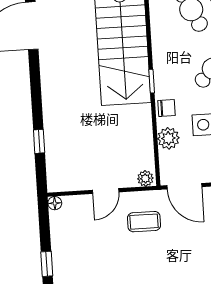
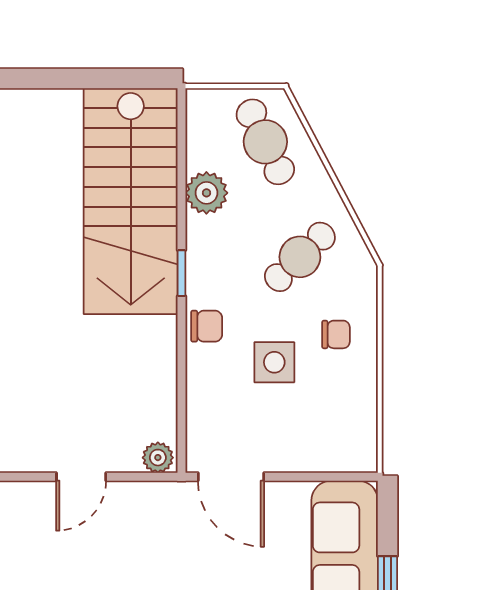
plant: (168, 138) -> (206, 193), moved
coffee table: (144, 222) -> (150, 539), removed

